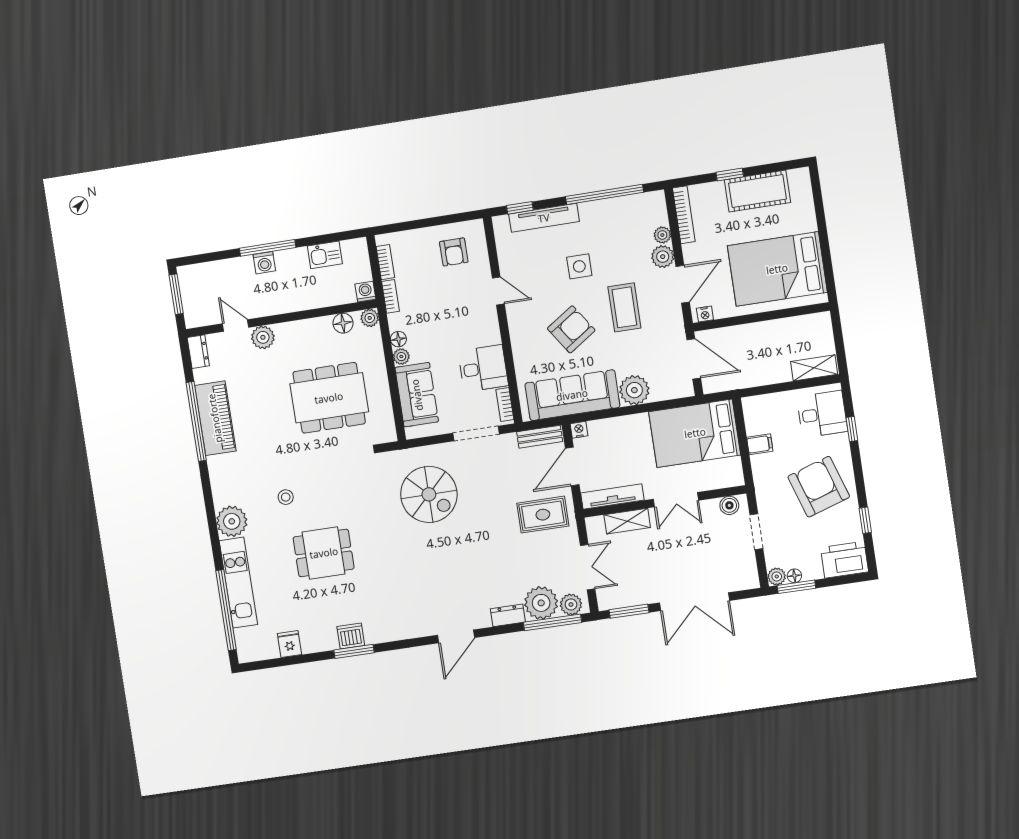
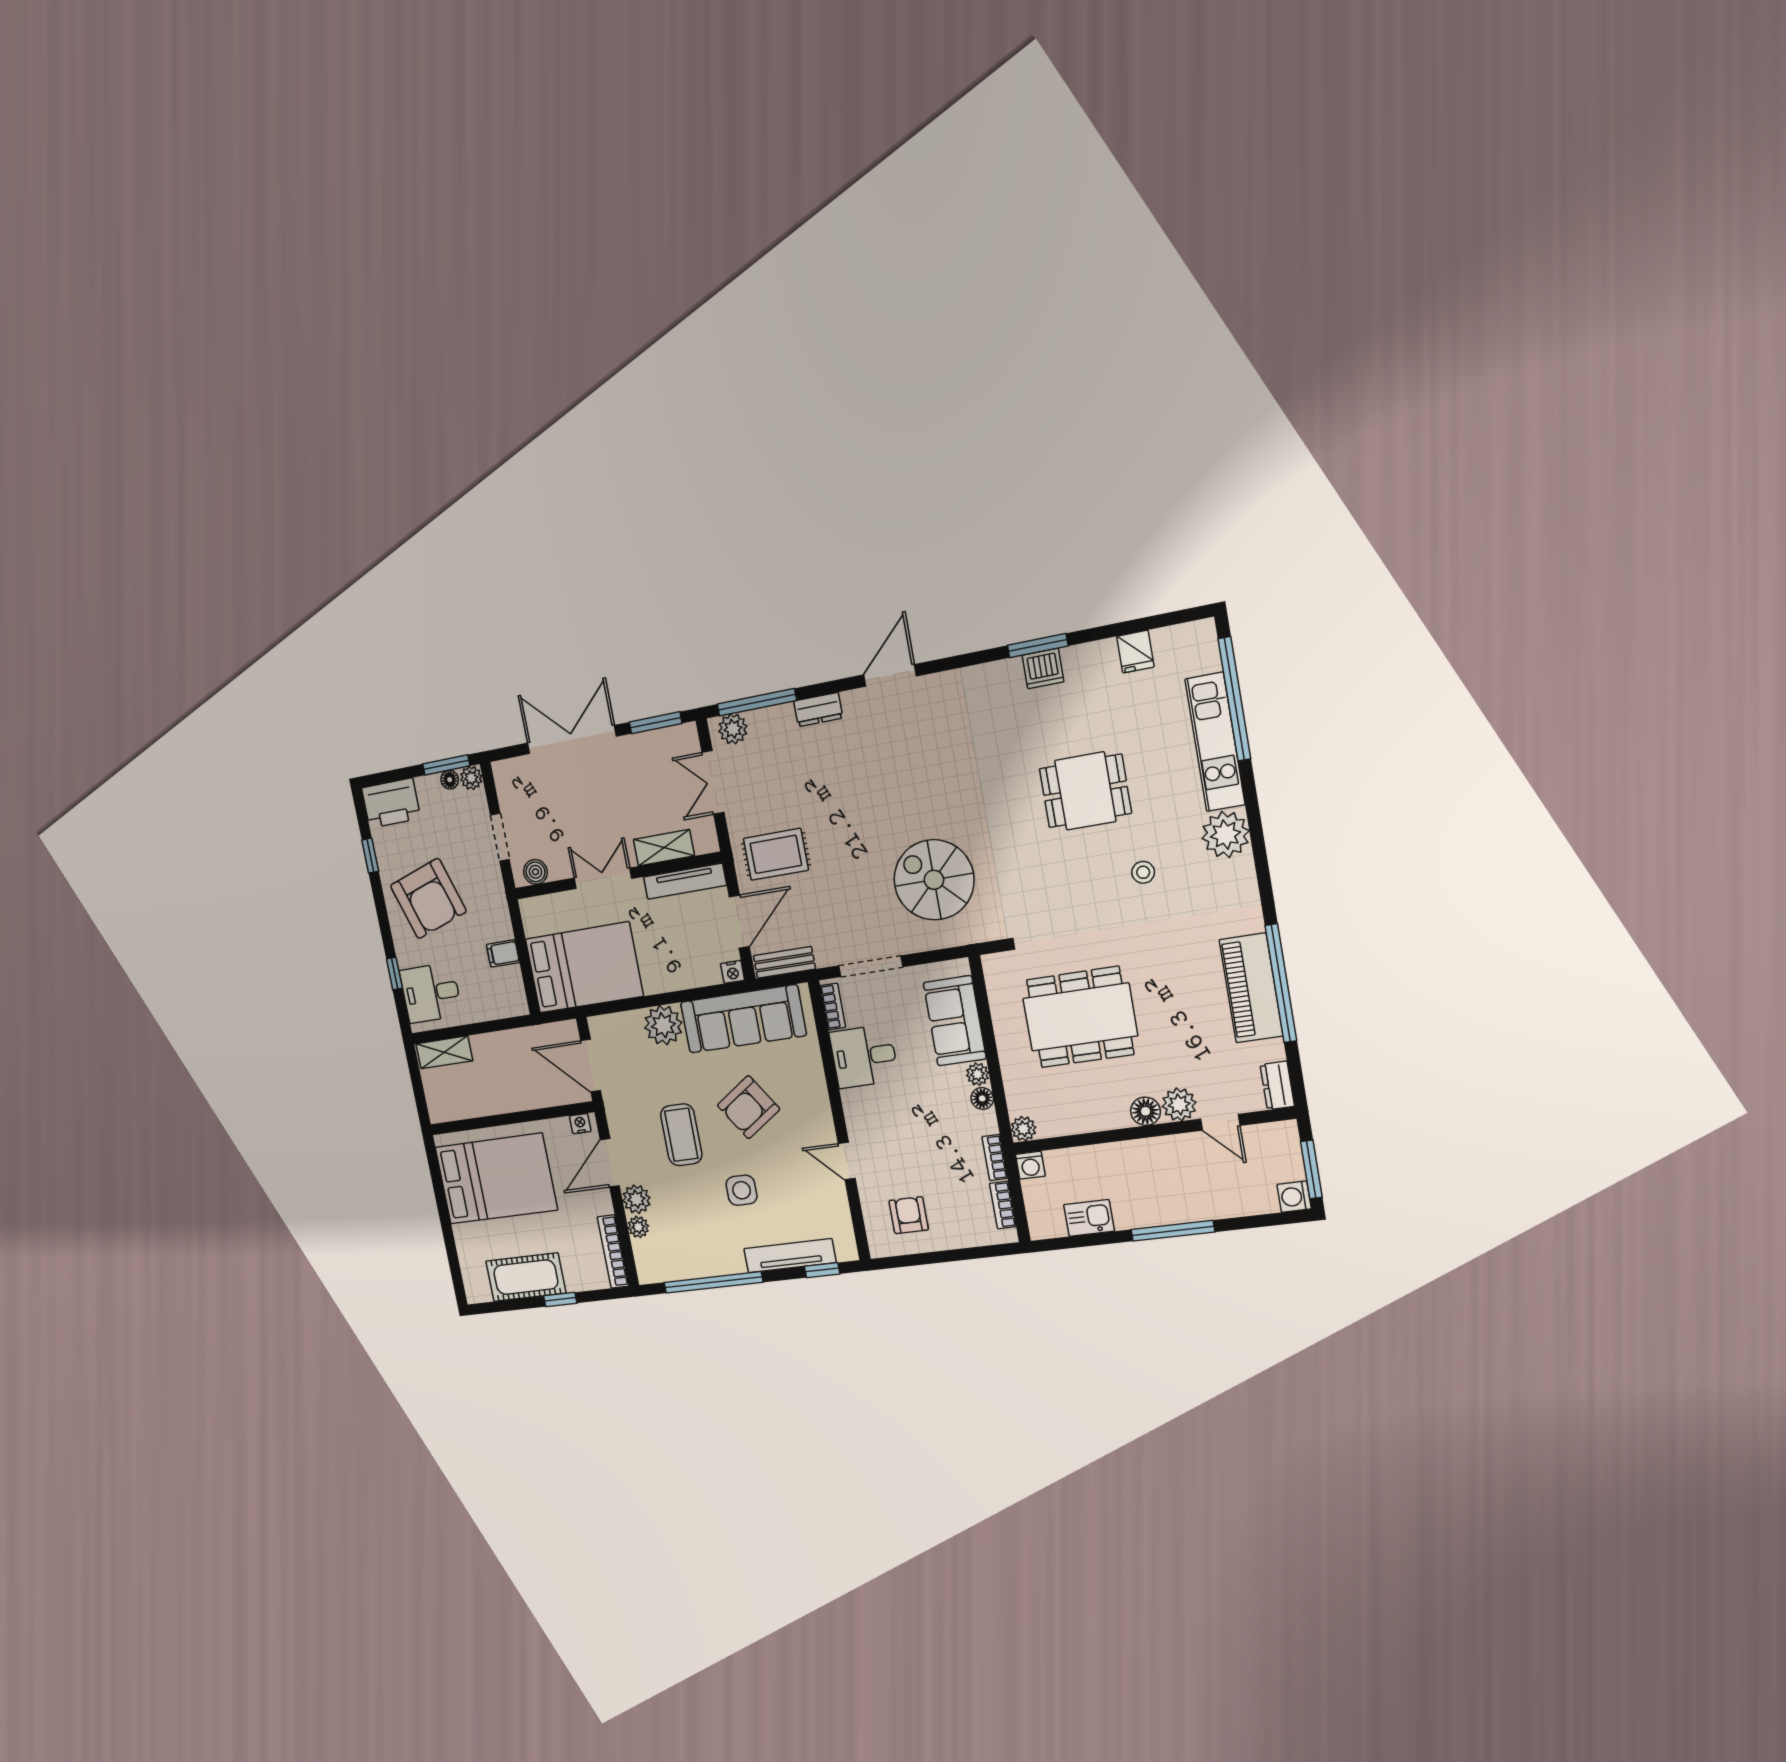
washing machine: (264, 263) -> (1294, 1197), moved, turned -90
floor lamp: (343, 323) -> (1145, 1111), moved
plant: (541, 603) -> (773, 729), removed

